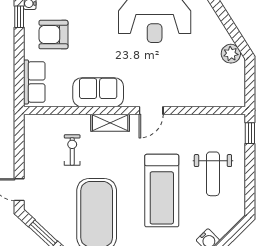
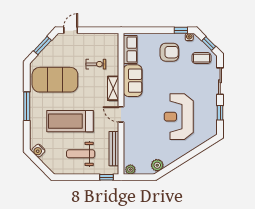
armchair: (53, 35) -> (169, 52), turned 90
row of seats: (34, 82) -> (130, 50), moved, turned -90
plant: (238, 96) -> (130, 170), added
bench: (205, 122) -> (114, 149), added

